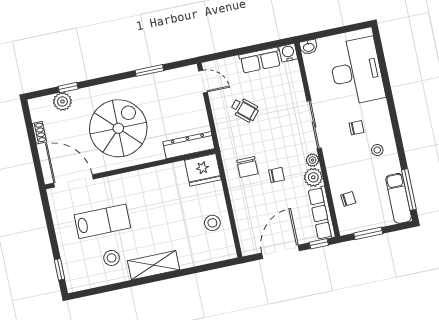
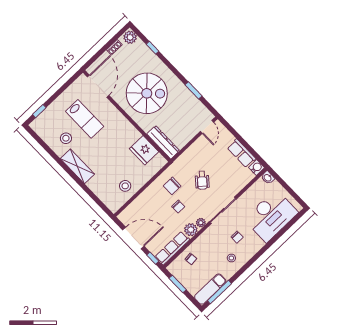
plant: (62, 101) -> (130, 37), moved
wheelchair: (245, 110) -> (202, 180), moved
fridge: (203, 170) -> (144, 150), moved

